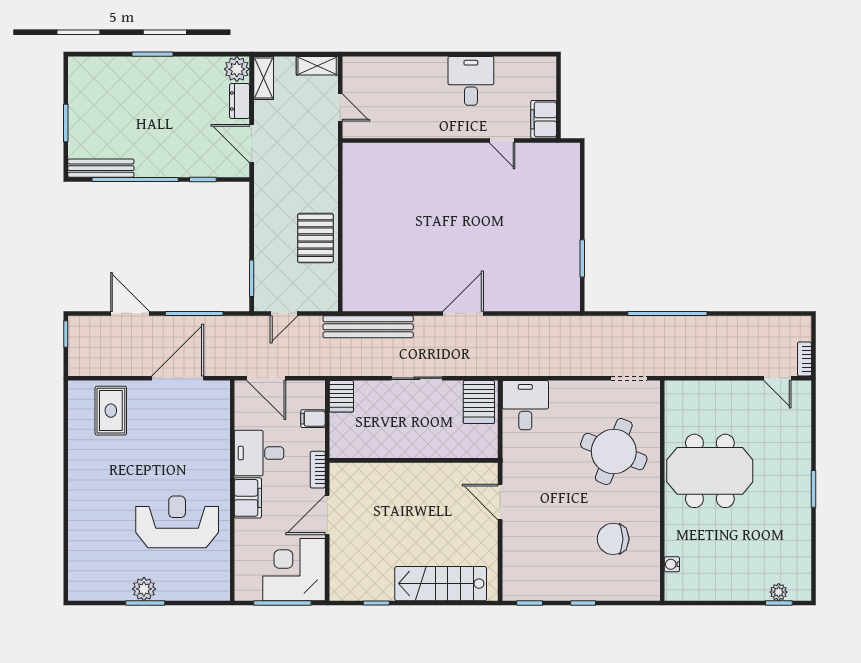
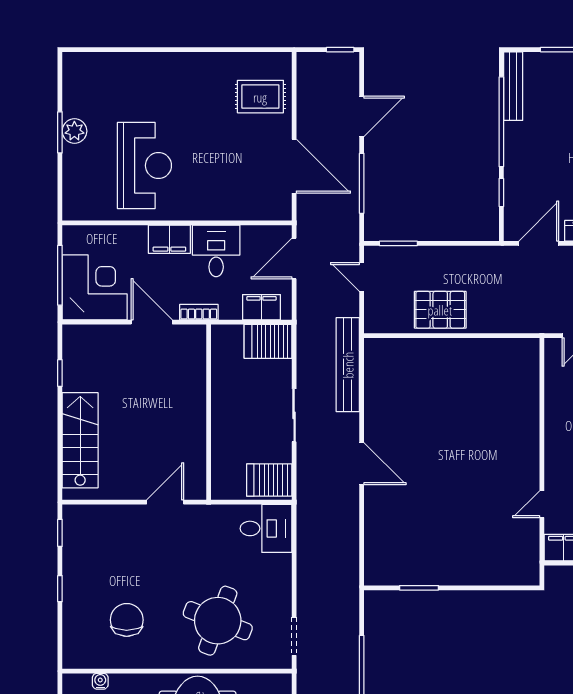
server rack: (341, 396) -> (268, 341), width x1.36, depth x1.44
filing cabinet: (313, 419) -> (261, 307), width x2.00

